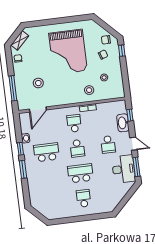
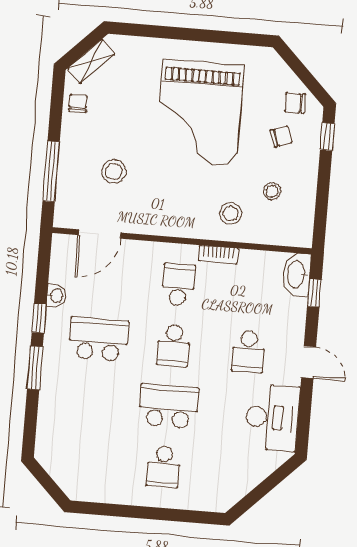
washbasin: (123, 123) -> (297, 275), moved
window: (136, 167) -> (304, 419), removed
school desk: (84, 198) -> (163, 467), turned 180

